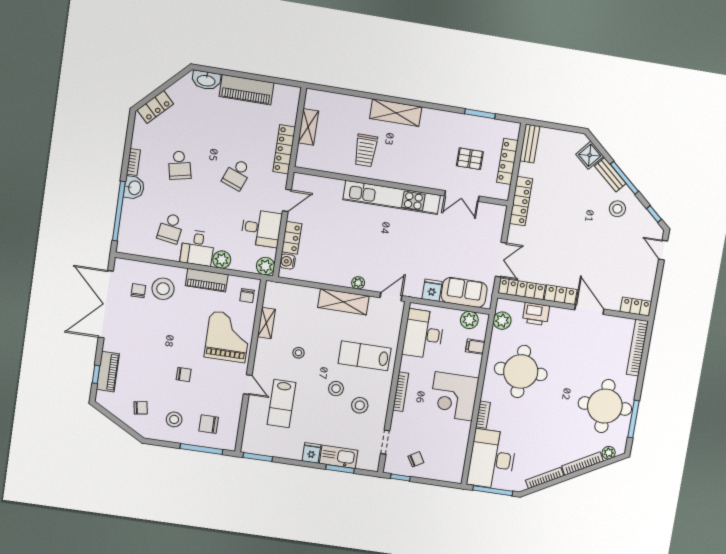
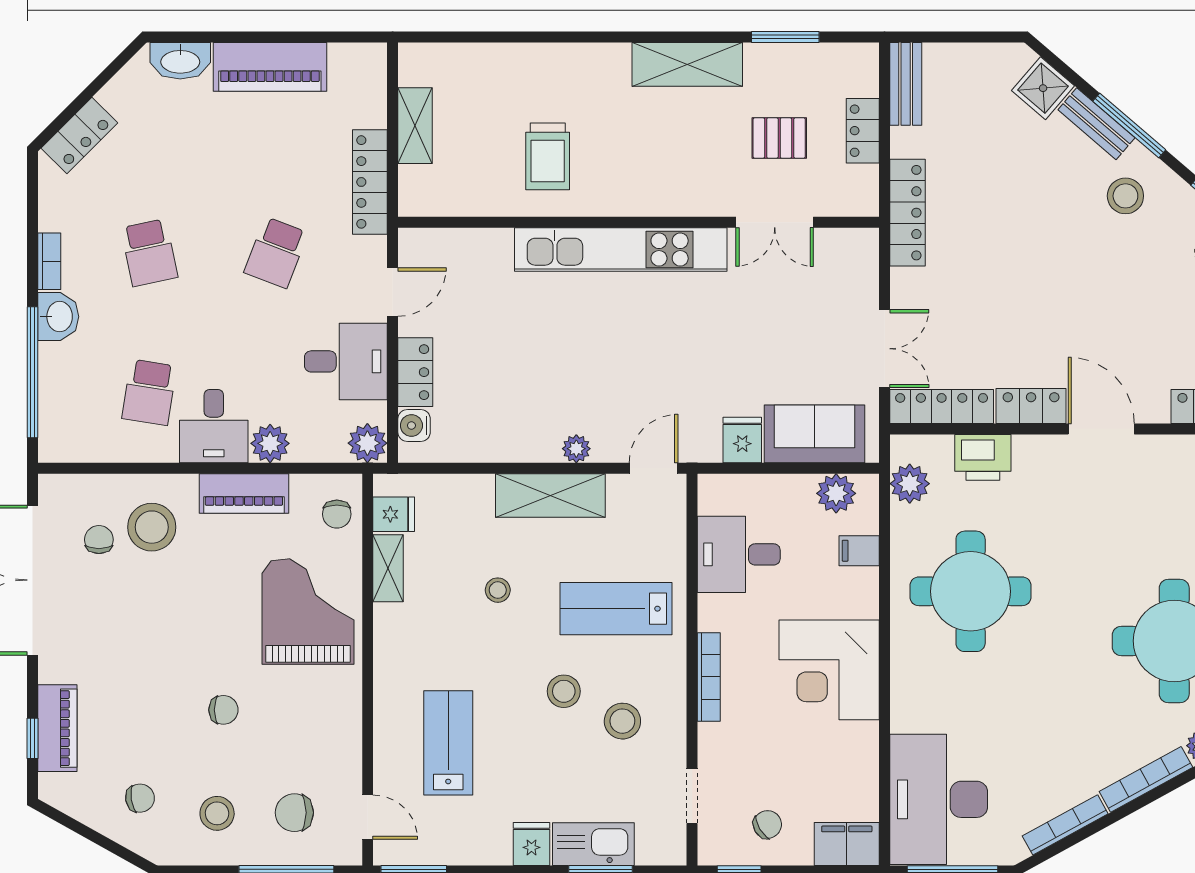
shelving: (396, 113) -> (687, 64), moved
locker: (507, 161) -> (863, 131), width x0.66
fridge: (272, 300) -> (394, 514), added
desk: (423, 334) -> (739, 554), width x0.73
stool: (298, 353) -> (498, 590), moved
door: (248, 385) -> (368, 817), moved
lab bench: (281, 404) -> (448, 743), turned 180
bookcase: (483, 415) -> (902, 701), removed
filing cabinet: (449, 473) -> (847, 844), added

